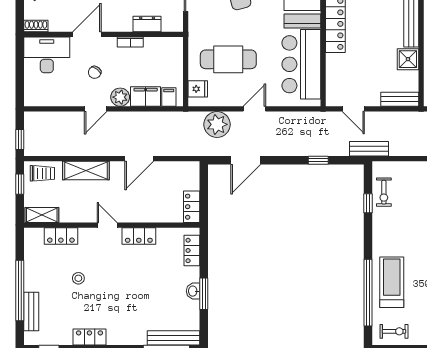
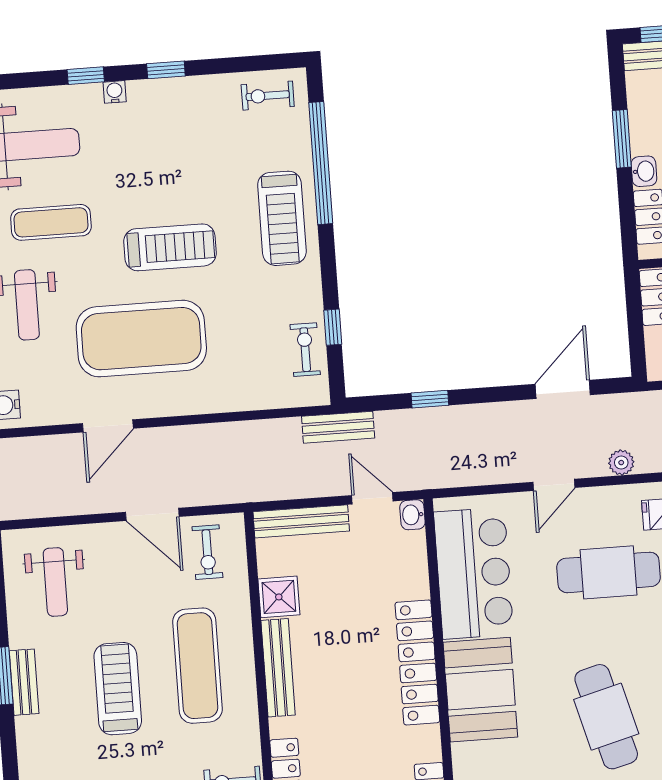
washbasin: (332, 98) -> (412, 515), added
bench: (400, 99) -> (301, 521), width x1.36
plant: (217, 124) -> (621, 463), width x0.53, depth x0.53
treadmill: (392, 282) -> (282, 218), moved
washbasin: (193, 291) -> (644, 171), moved

